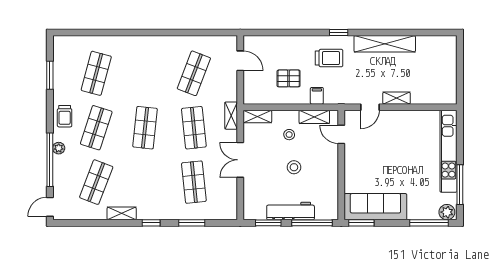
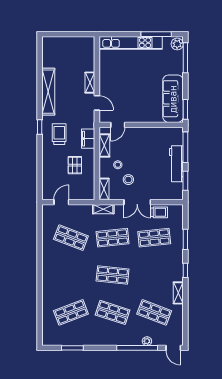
shop shelf: (96, 73) -> (71, 312), turned -36
filing cabinet: (317, 96) -> (88, 139), width x2.00
trolley: (65, 116) -> (159, 212), moved
plant: (59, 148) -> (147, 341), moved
stool: (294, 167) -> (128, 180), moved

